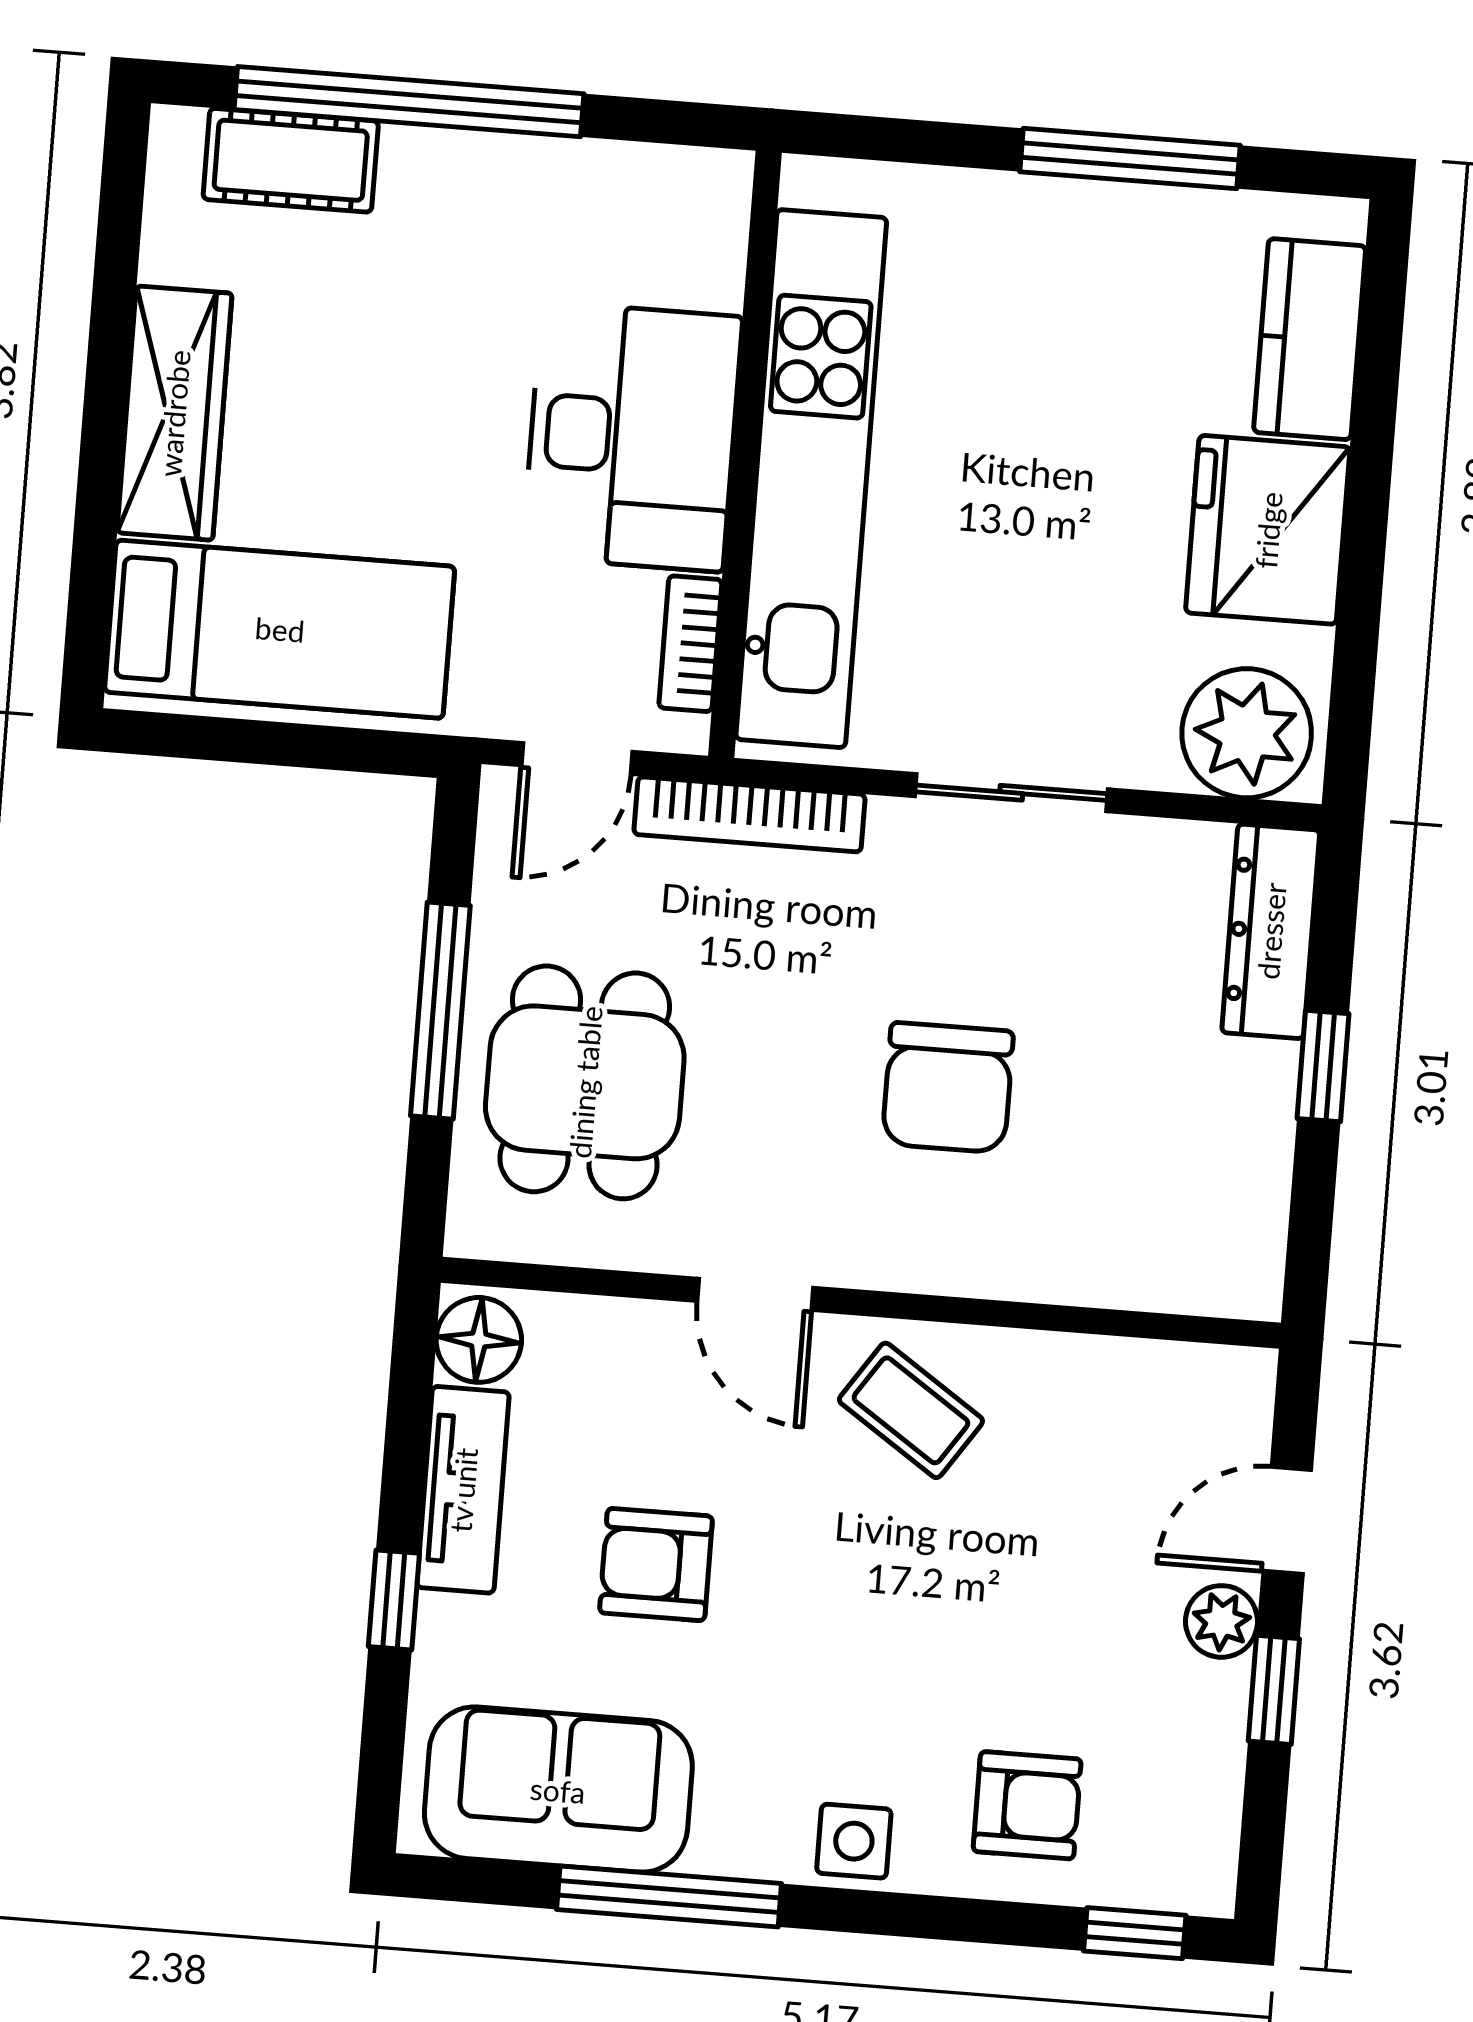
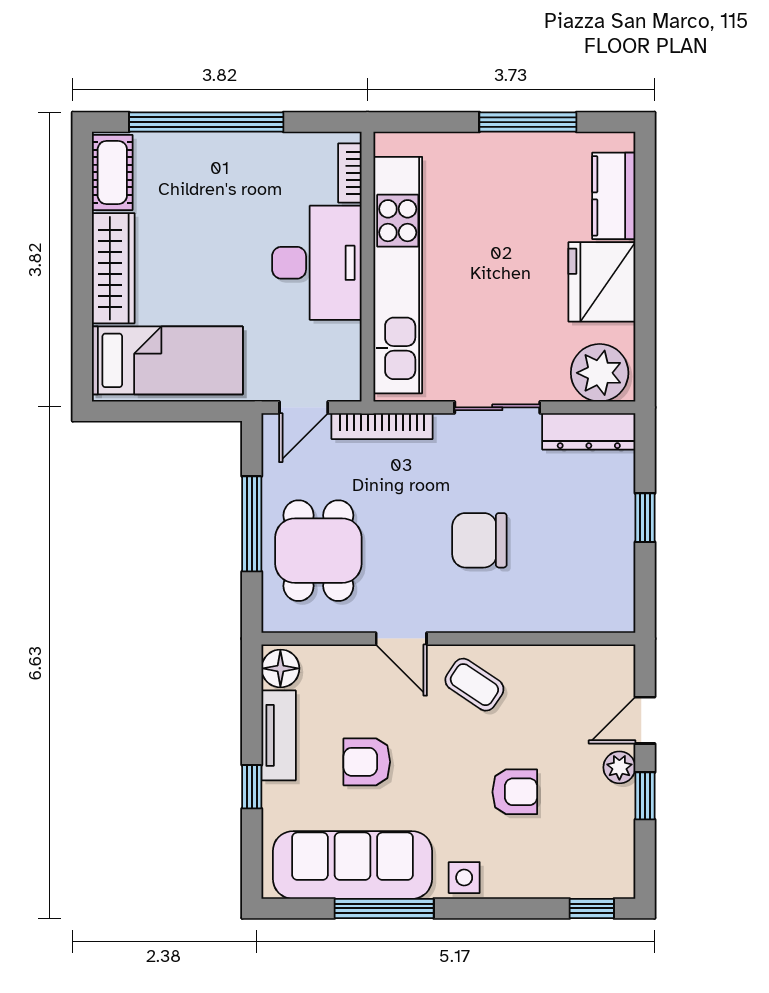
cot: (291, 160) -> (112, 172), moved, turned 90
bookcase: (690, 644) -> (350, 173), moved
dresser: (1271, 931) -> (589, 431), moved, turned -90
chair: (948, 1088) -> (479, 540), turned 90
sofa: (558, 1790) -> (352, 865), width x1.36
armchair: (1027, 1805) -> (515, 792), moved

